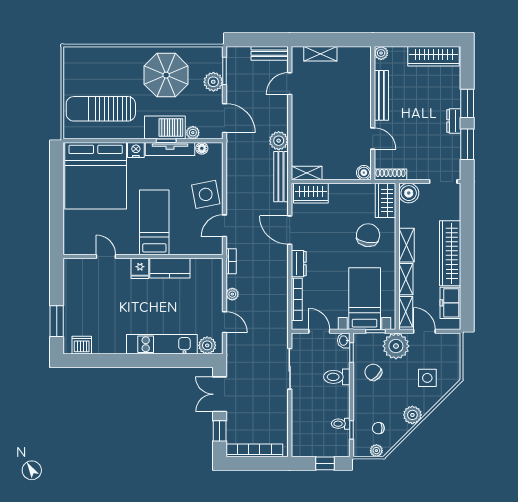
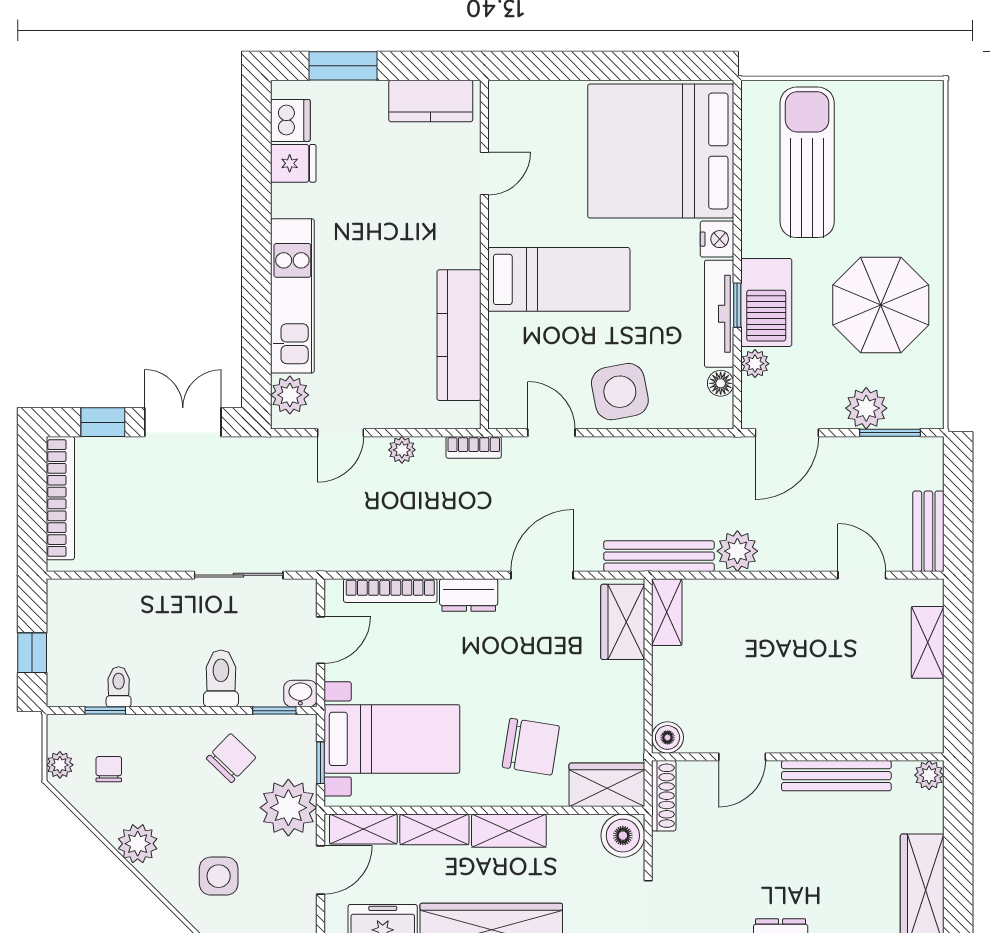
fridge: (140, 268) -> (293, 163), moved, turned 180
kitchen counter: (170, 268) -> (459, 335), width x1.50
kitchen counter: (73, 281) -> (431, 101), added

